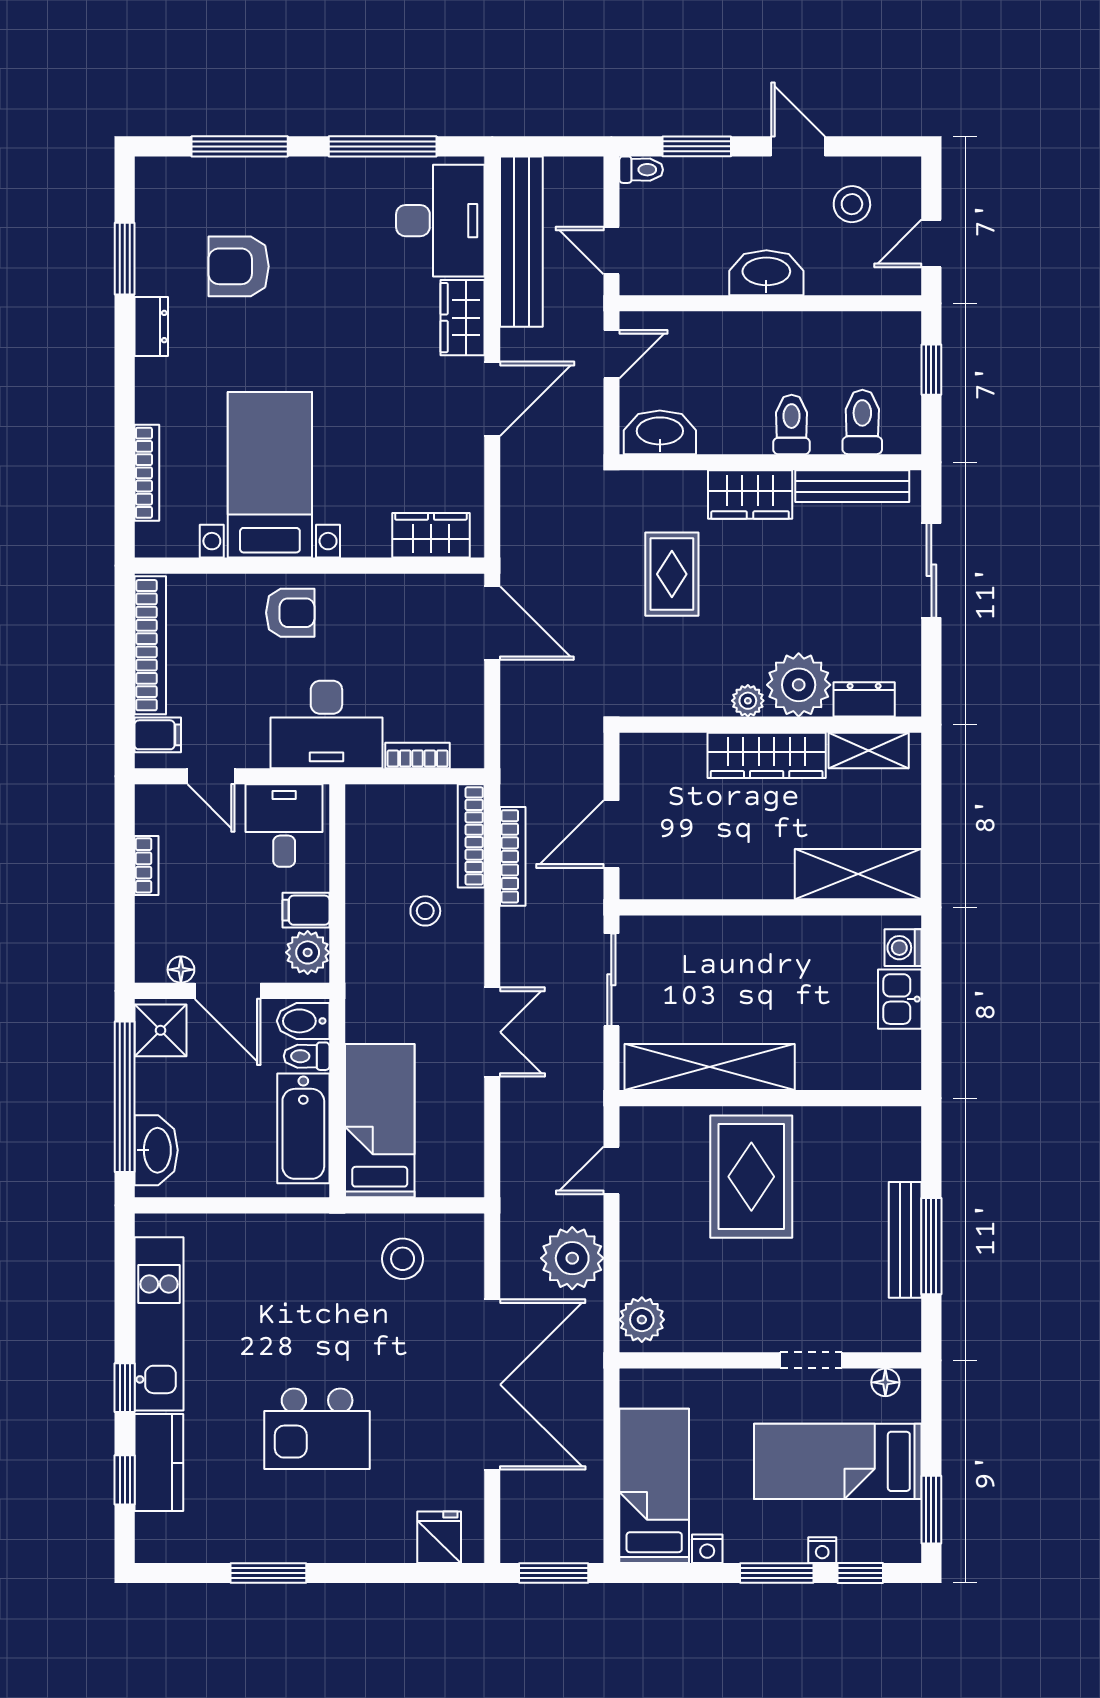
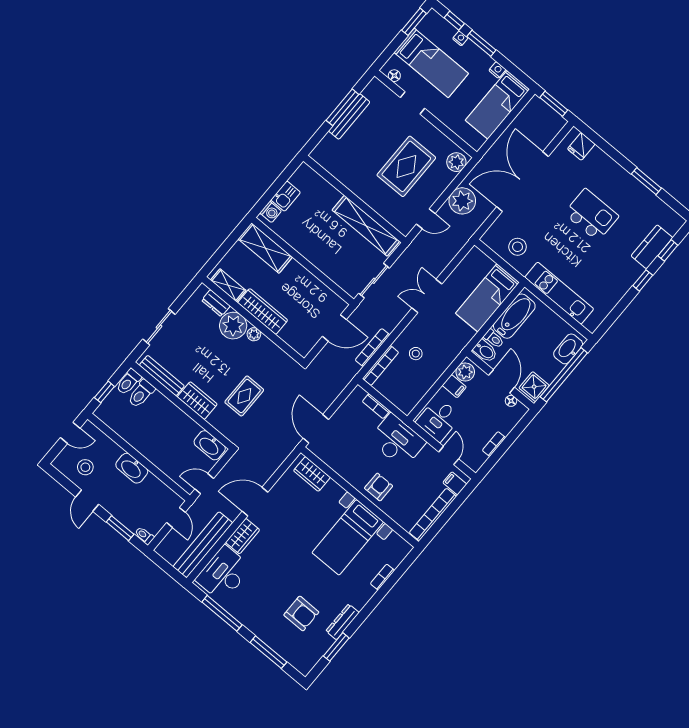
dresser: (151, 327) -> (343, 622), width x1.44
toilet: (792, 424) -> (128, 382), moved
bookcase: (147, 473) -> (382, 577), width x0.64
armchair: (290, 613) -> (379, 487), turned 90
rug: (751, 1177) -> (406, 166), moved
kitchen unit: (159, 1324) -> (559, 293), moved, turned 90

